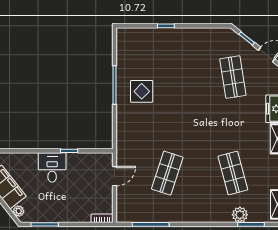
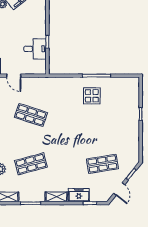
desk: (52, 167) -> (35, 49), moved
door: (114, 176) -> (14, 76), moved

